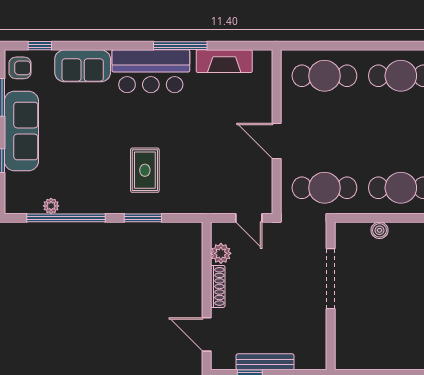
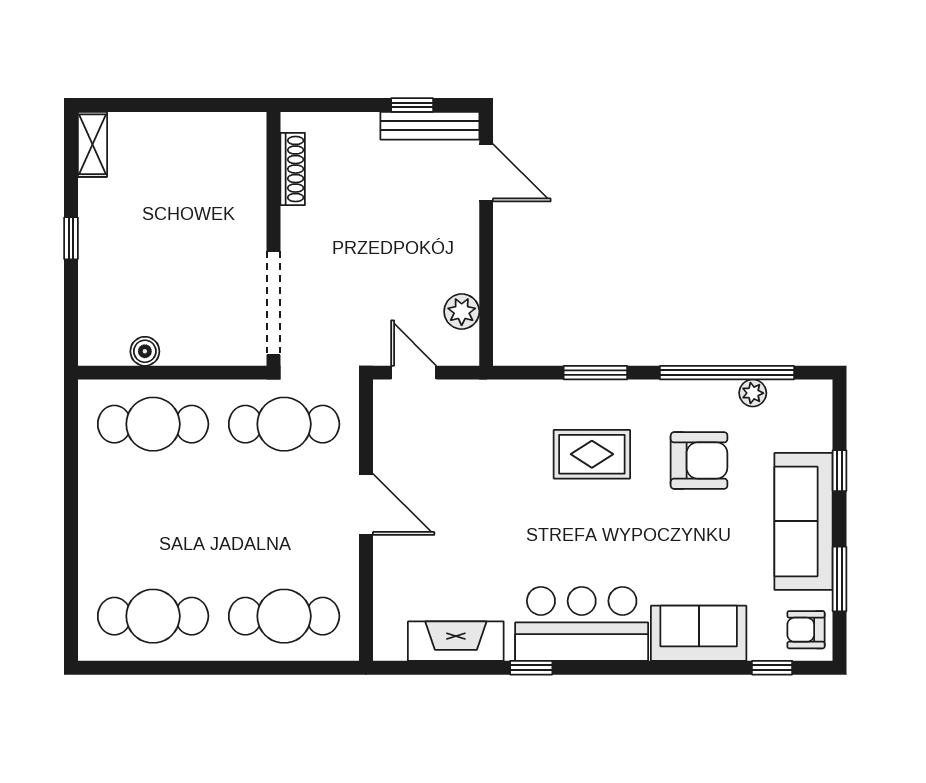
window: (180, 46) -> (531, 668), width x0.46
armchair: (82, 167) -> (699, 461), added
rug: (145, 170) -> (592, 454), turned 90
boiler: (379, 230) -> (145, 351), moved
doorway: (331, 279) -> (273, 303), moved
shoe rack: (218, 286) -> (293, 169), moved, turned 180
bench: (265, 362) -> (430, 126), moved

